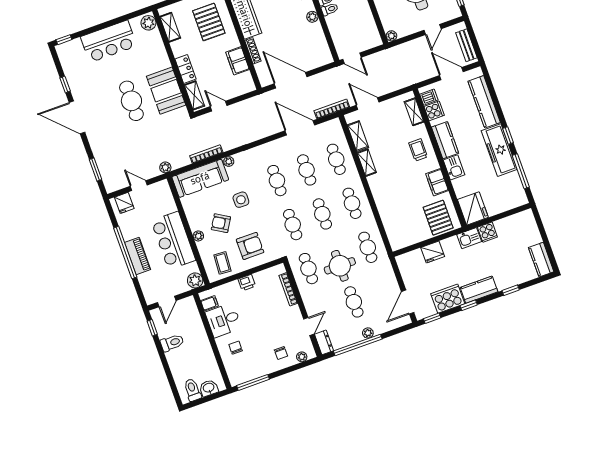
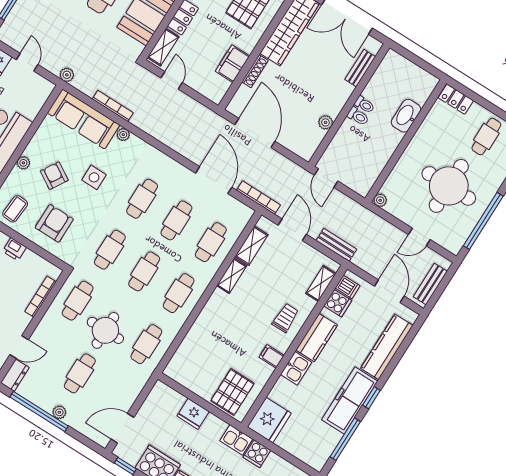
plant: (312, 17) -> (326, 122), moved
bench: (398, 84) -> (336, 245), added
filing cabinet: (437, 182) -> (272, 356), width x0.50
armchair: (250, 246) -> (54, 223), turned -90

